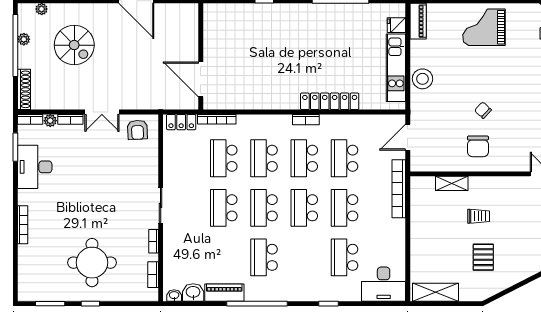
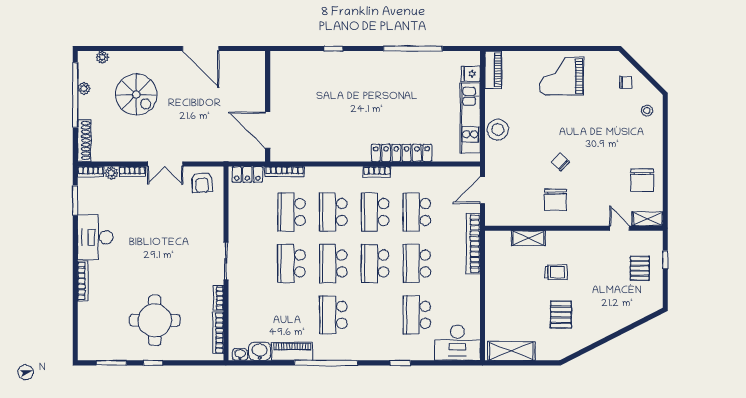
desk: (35, 167) -> (95, 237), moved
bookcase: (153, 275) -> (218, 333), width x1.56

